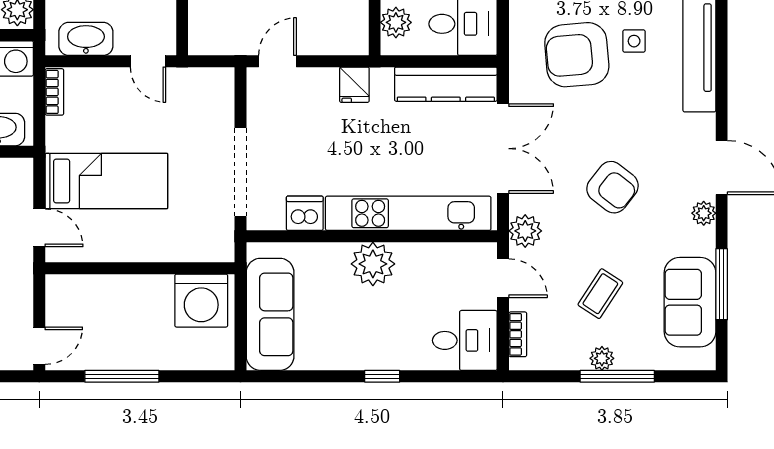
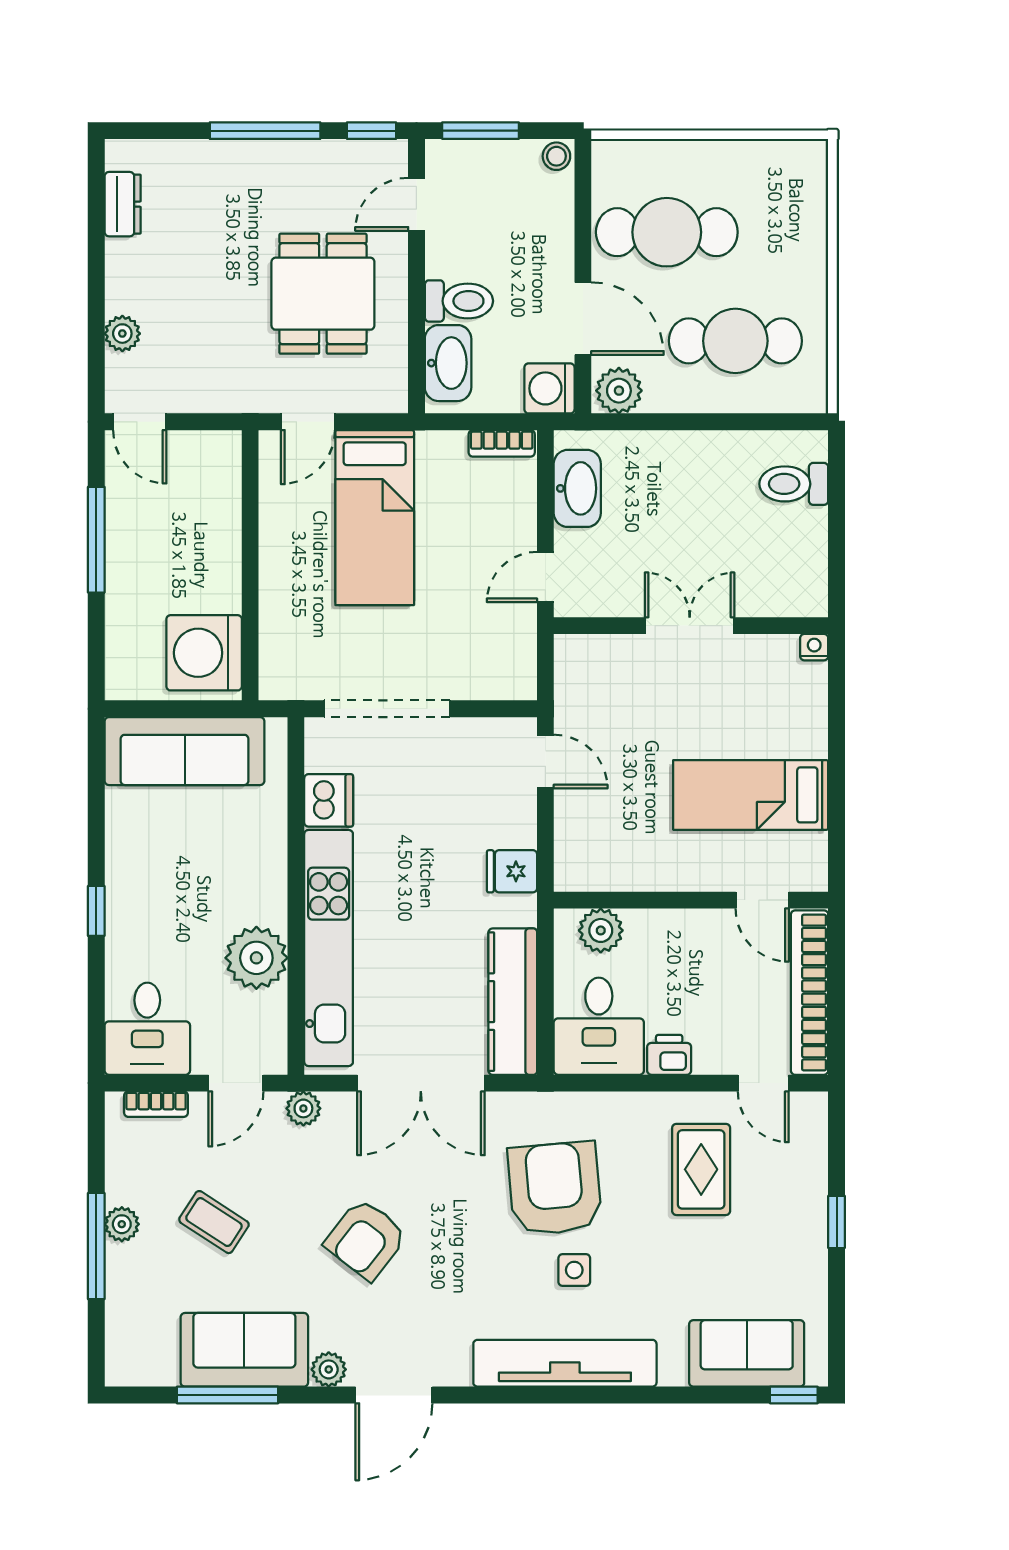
plant: (525, 231) -> (303, 1108), width x0.73, depth x0.73
plant: (373, 264) -> (256, 958), moved
sofa: (690, 302) -> (244, 1350), moved

